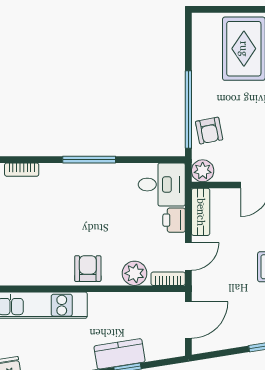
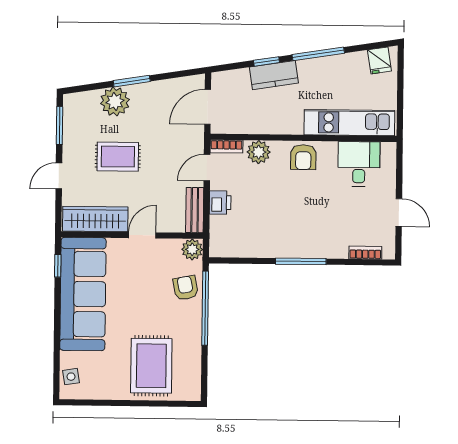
desk: (162, 185) -> (359, 164), moved, turned 90

